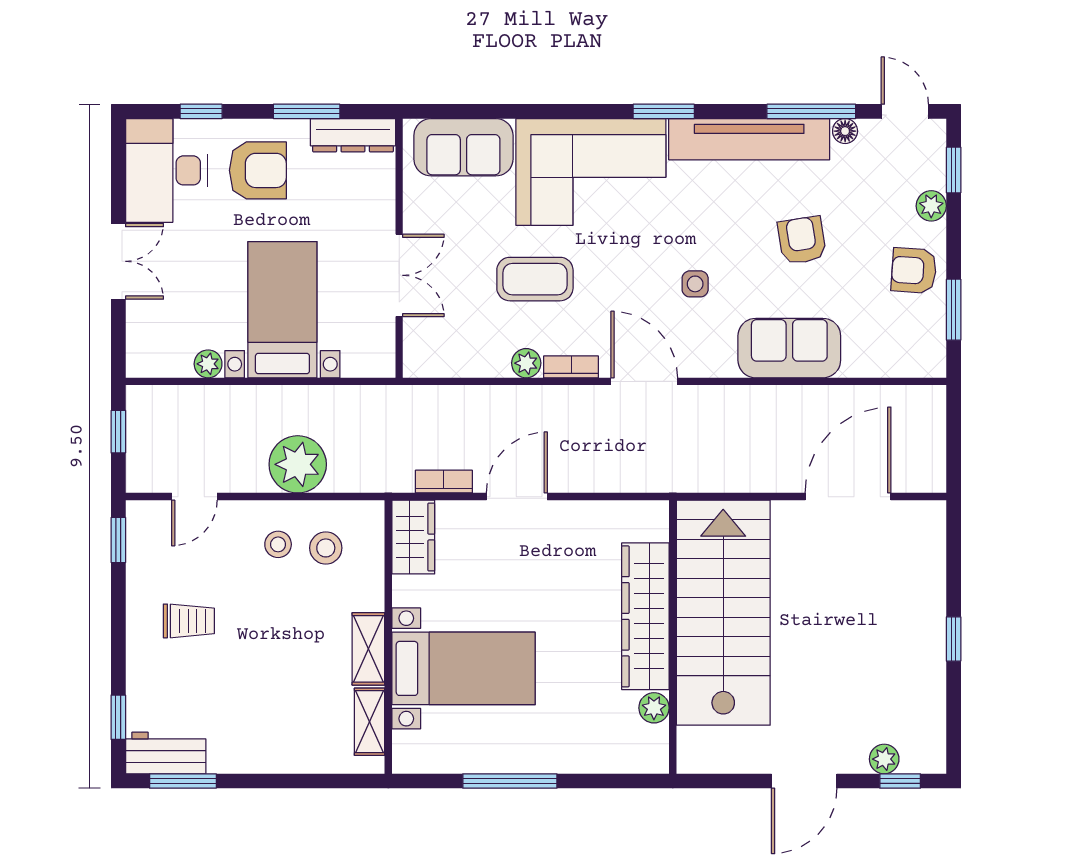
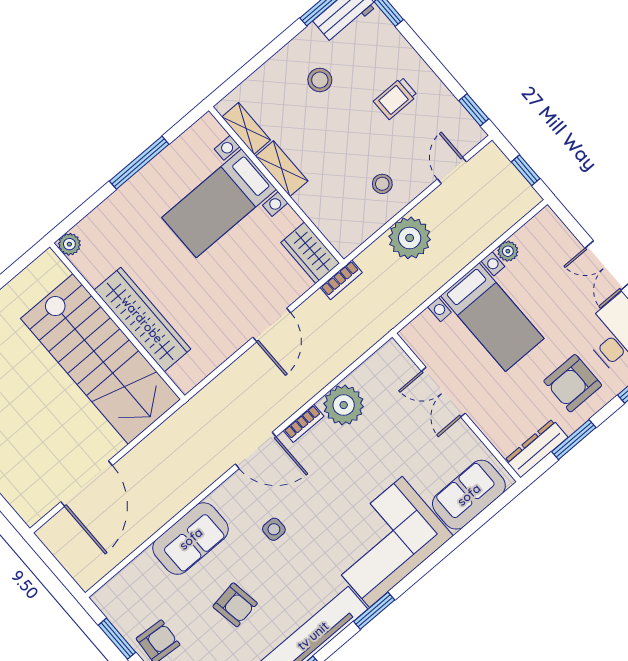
coffee table: (535, 279) -> (366, 455), removed
plant: (526, 363) -> (344, 405), width x1.88, depth x1.88
bookcase: (444, 482) -> (341, 280), moved
stool: (326, 548) -> (320, 80), moved
plant: (654, 708) -> (69, 244), moved

